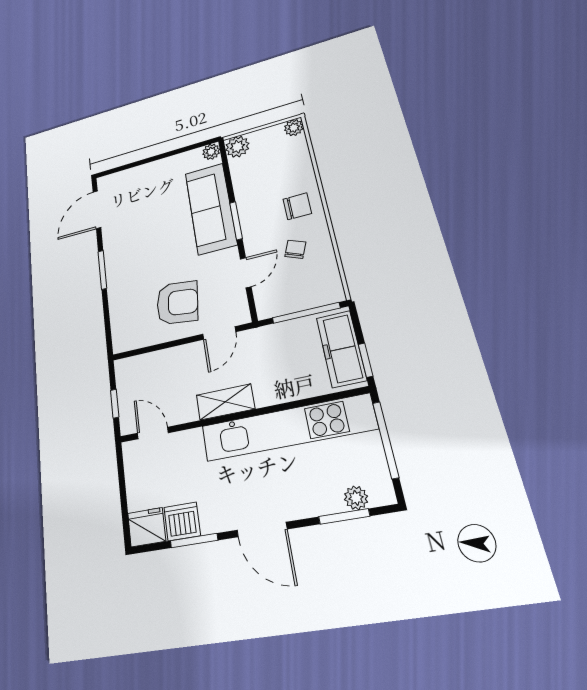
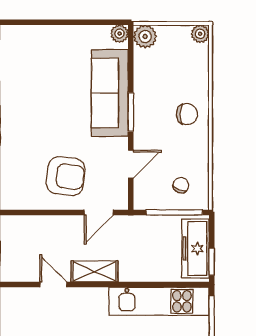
chair: (295, 249) -> (181, 185), moved
kitchen unit: (287, 428) -> (159, 301), width x0.73
door: (153, 433) -> (53, 285), moved

